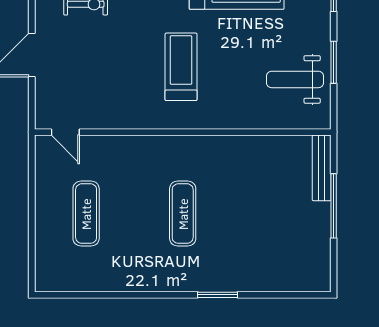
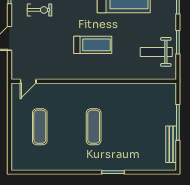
treadmill: (181, 67) -> (93, 45), turned 90
door: (65, 132) -> (28, 81), hinge flipped
bench: (322, 168) -> (171, 144), moved

